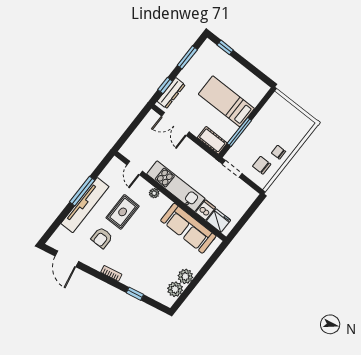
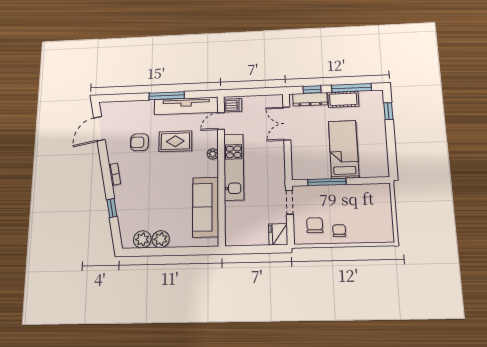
window: (187, 57) -> (352, 88), width x1.44
cot: (212, 140) -> (343, 99), moved, turned 90
tv unit: (85, 205) -> (186, 106), moved
dishwasher: (206, 210) -> (233, 105), moved
fridge: (219, 221) -> (278, 234), moved, turned 180

